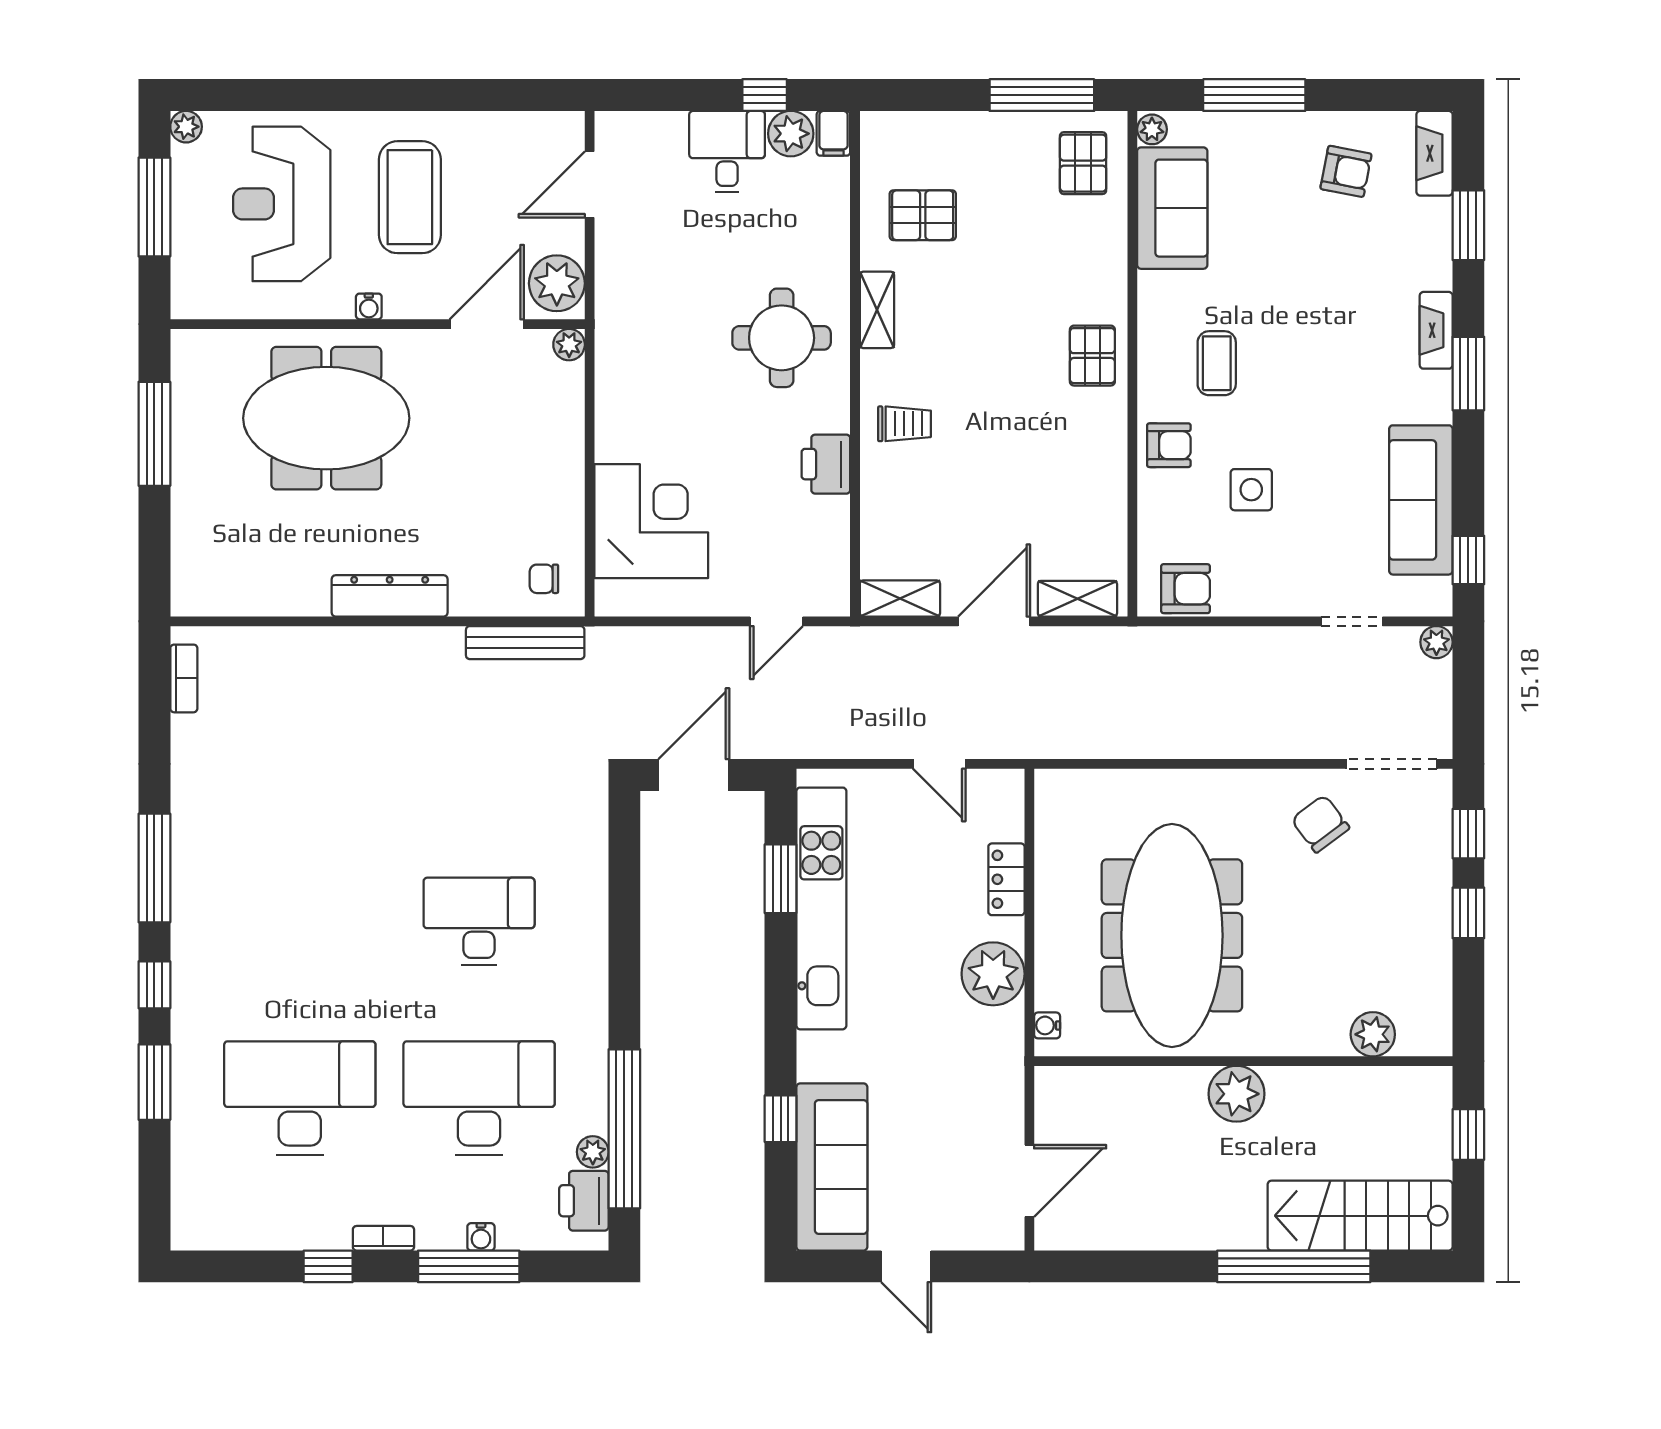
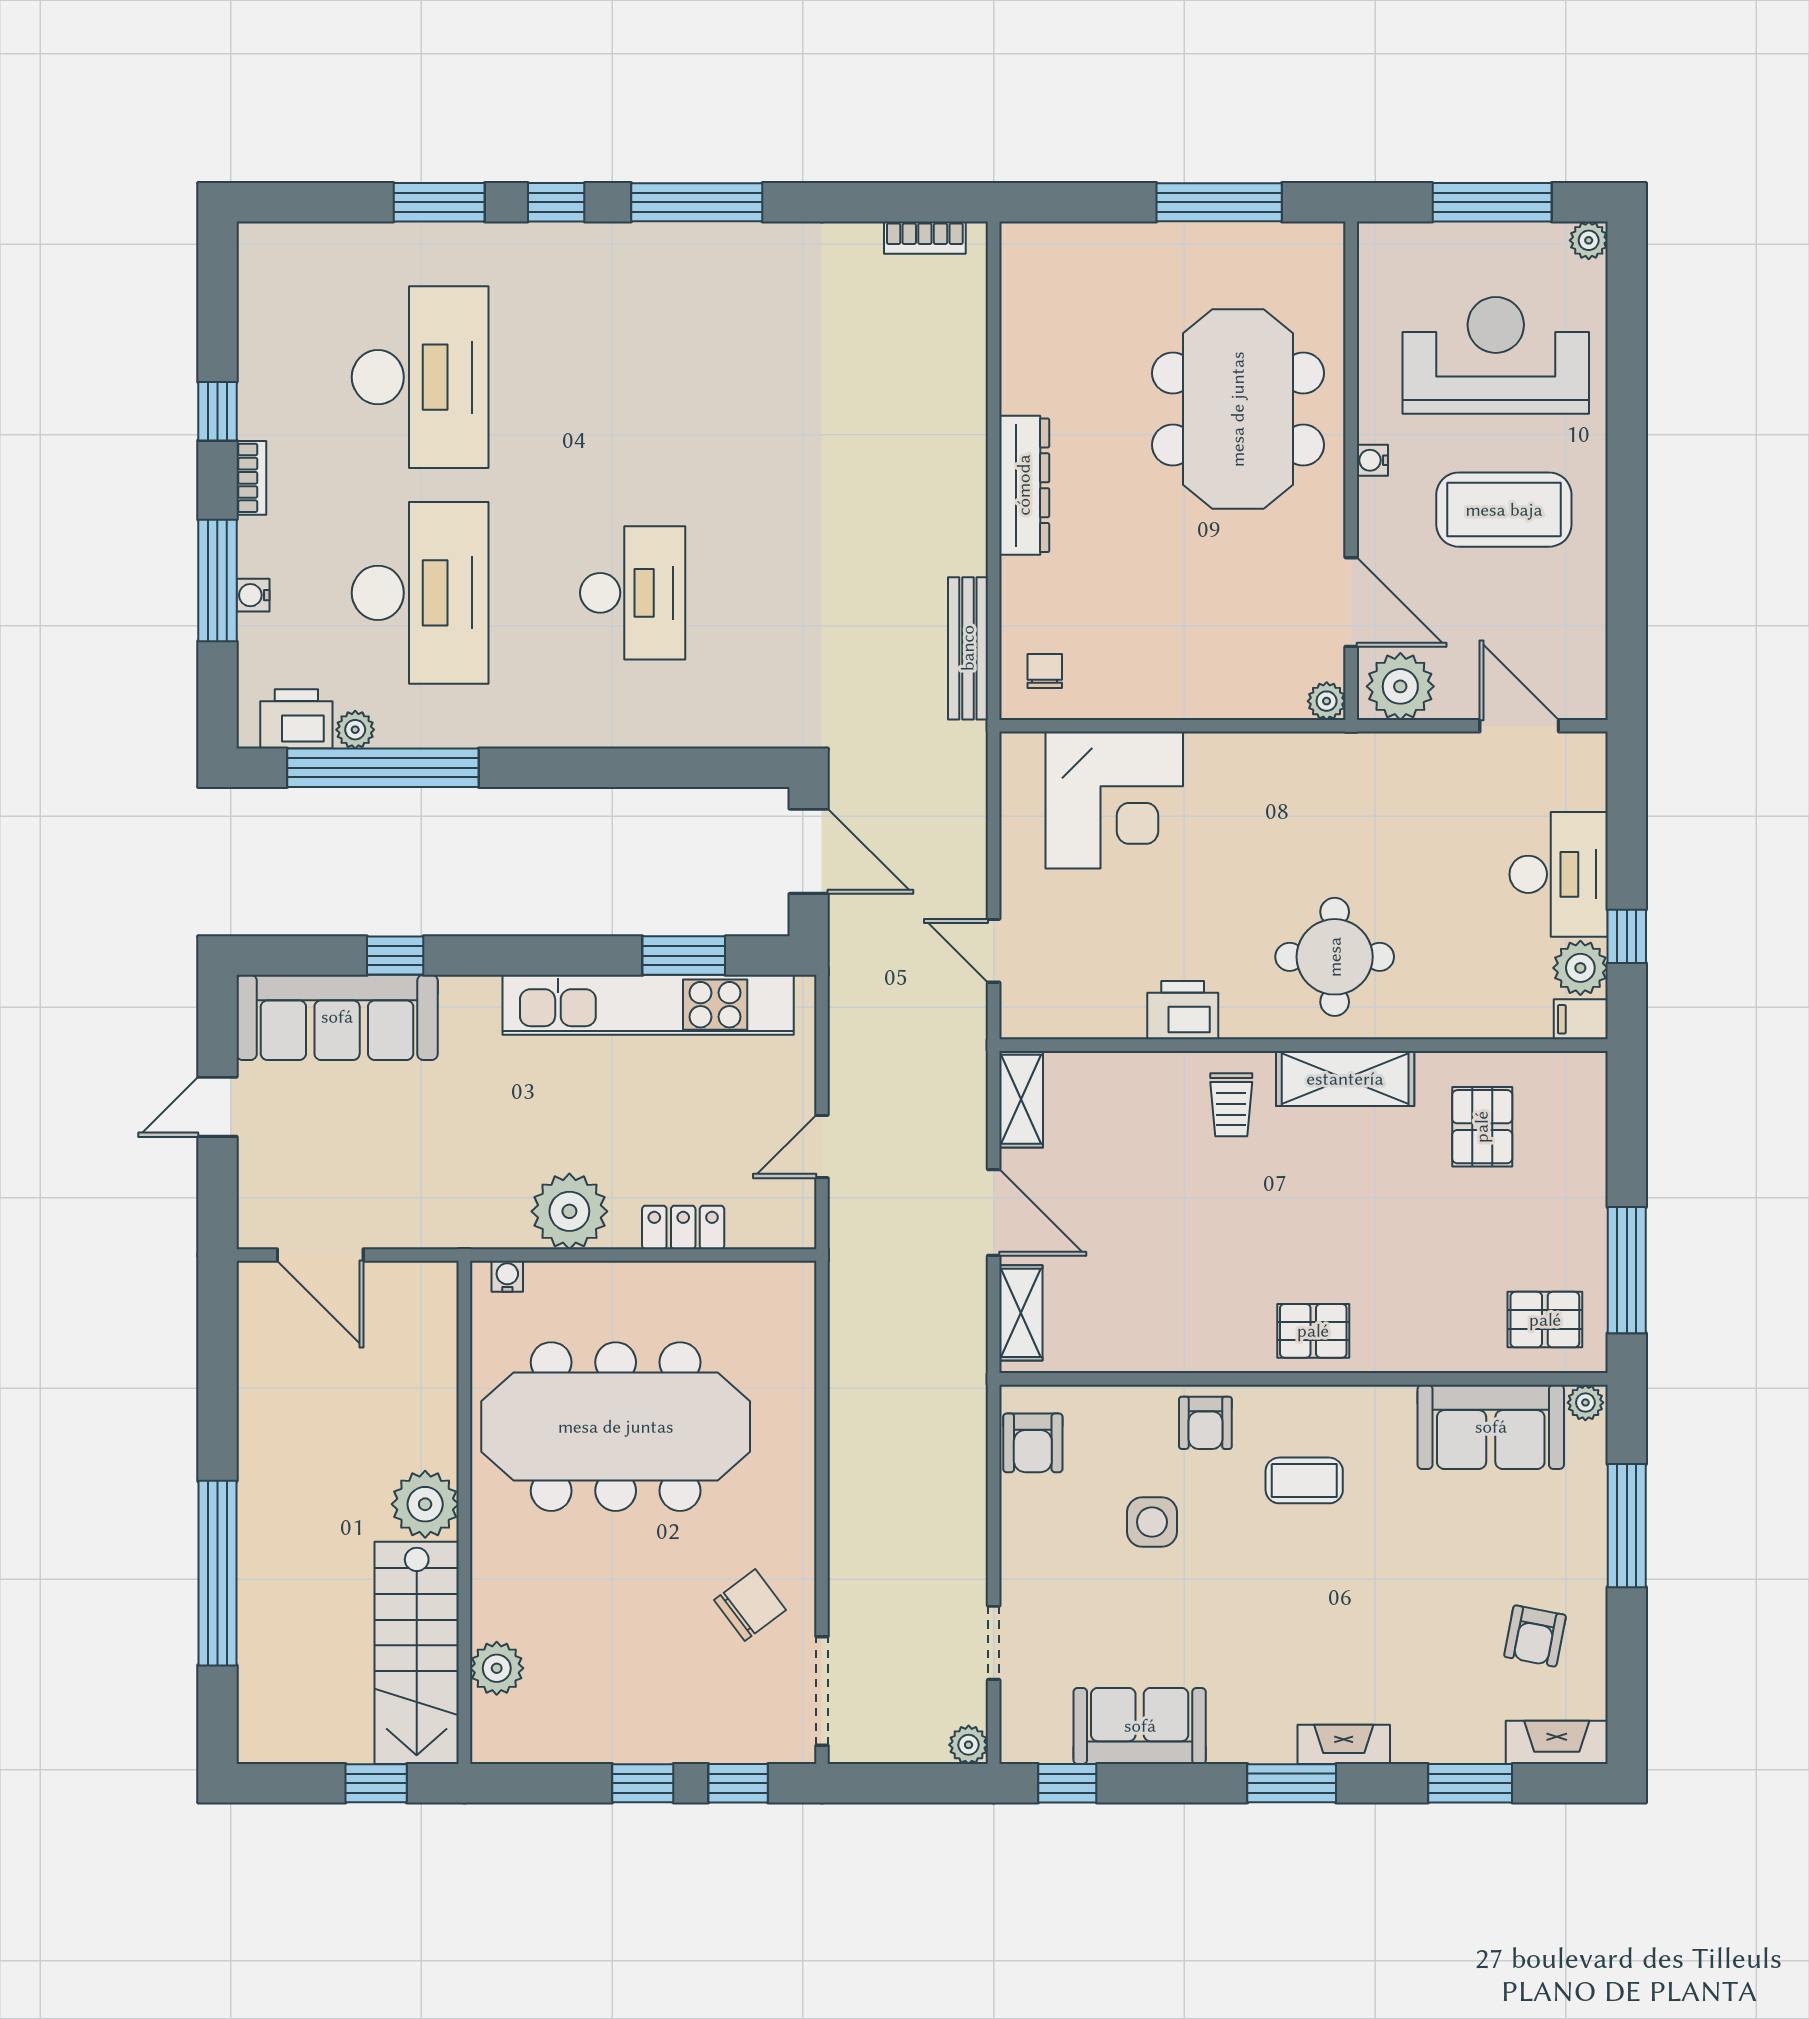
desk: (727, 152) -> (1559, 874), width x1.37
shelving: (877, 310) -> (1345, 1079), width x1.50, depth x1.33
sofa: (1421, 500) -> (1140, 1726), width x0.73
stairs: (1360, 1216) -> (417, 1653), moved, turned 180

